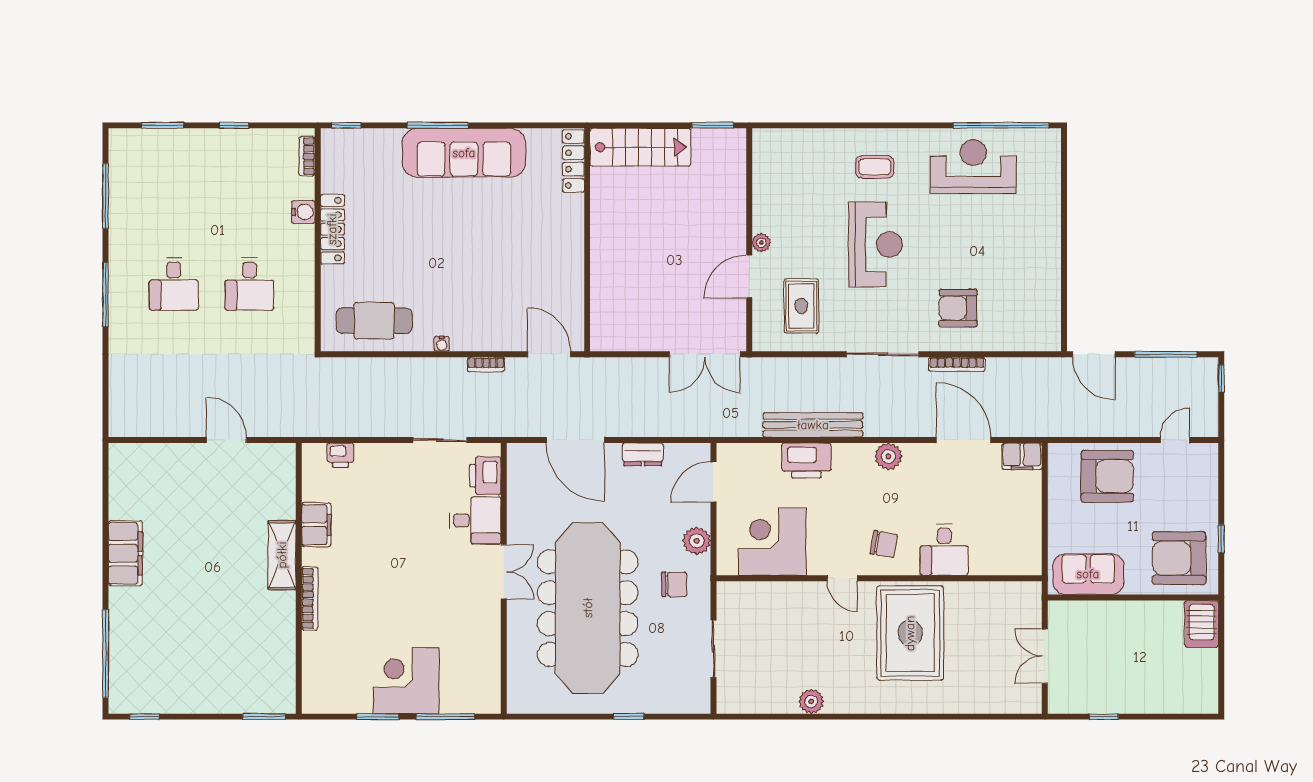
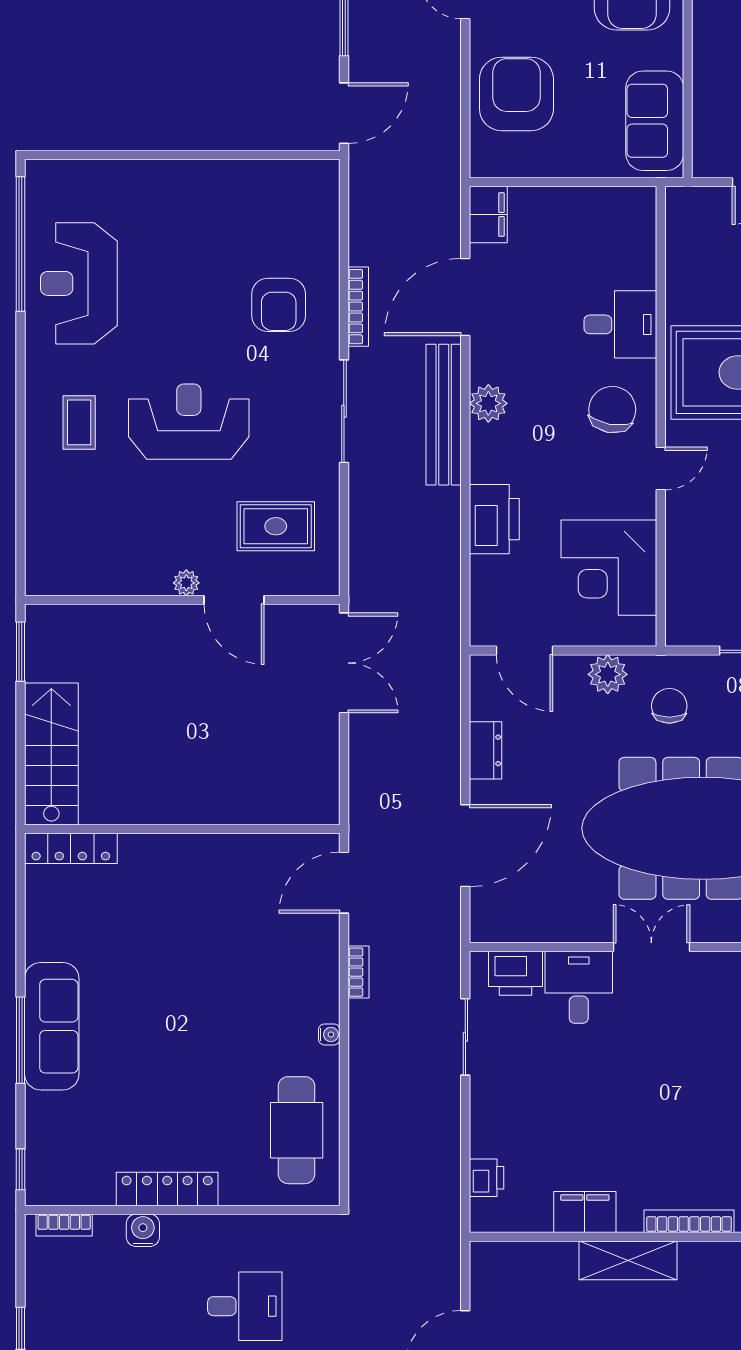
sofa: (464, 153) -> (52, 1026), width x0.74, depth x0.79
bench: (813, 425) -> (444, 415), moved
chair: (884, 544) -> (612, 410), width x1.37, depth x1.37

